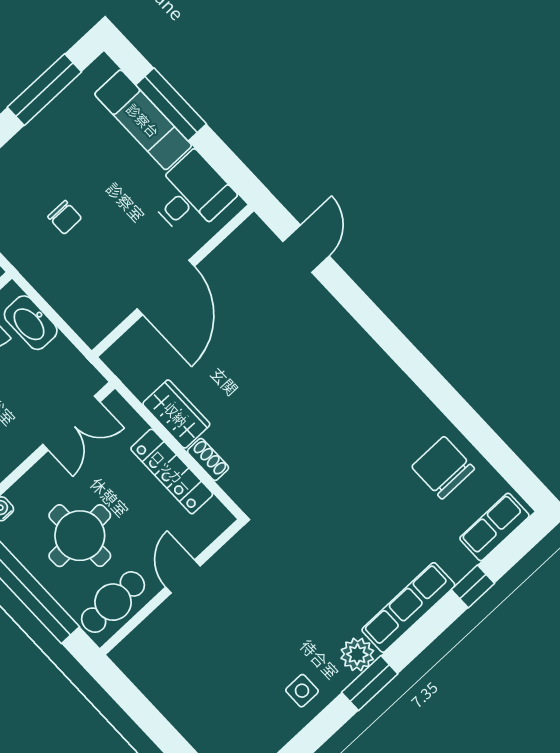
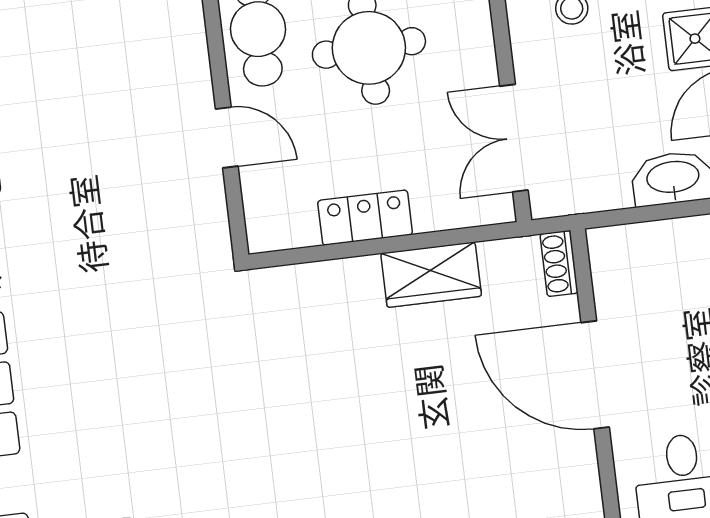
shoe rack: (208, 459) -> (559, 263), moved, turned 90
locker: (172, 471) -> (365, 218), width x0.66

